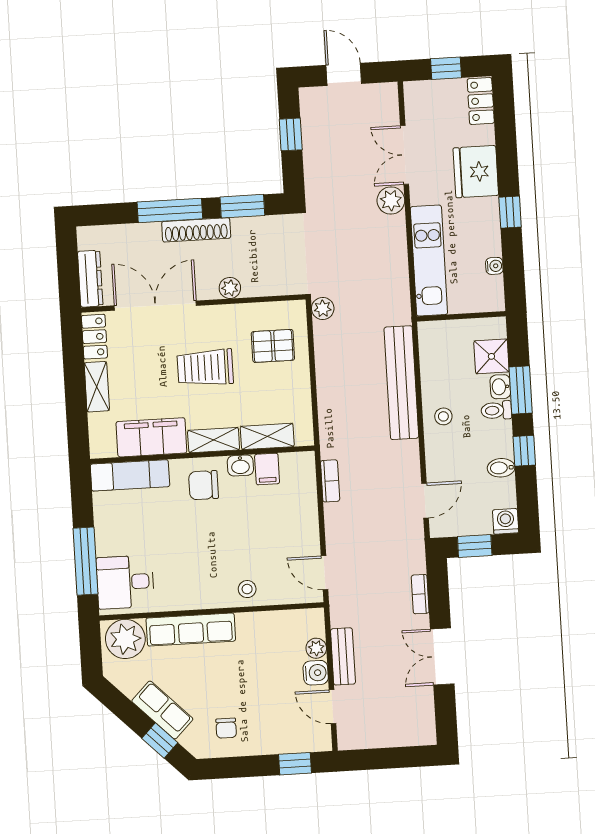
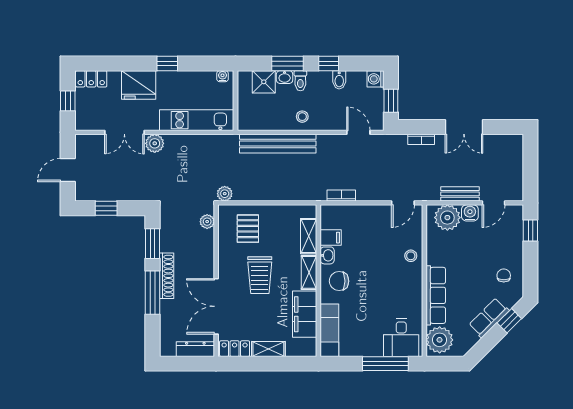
water cooler: (494, 266) -> (223, 76), moved
plant: (230, 288) -> (207, 222), moved
chair: (204, 485) -> (339, 281), turned 90
plant: (316, 648) -> (447, 218), width x1.88, depth x1.88
chair: (226, 728) -> (504, 275), turned -90

